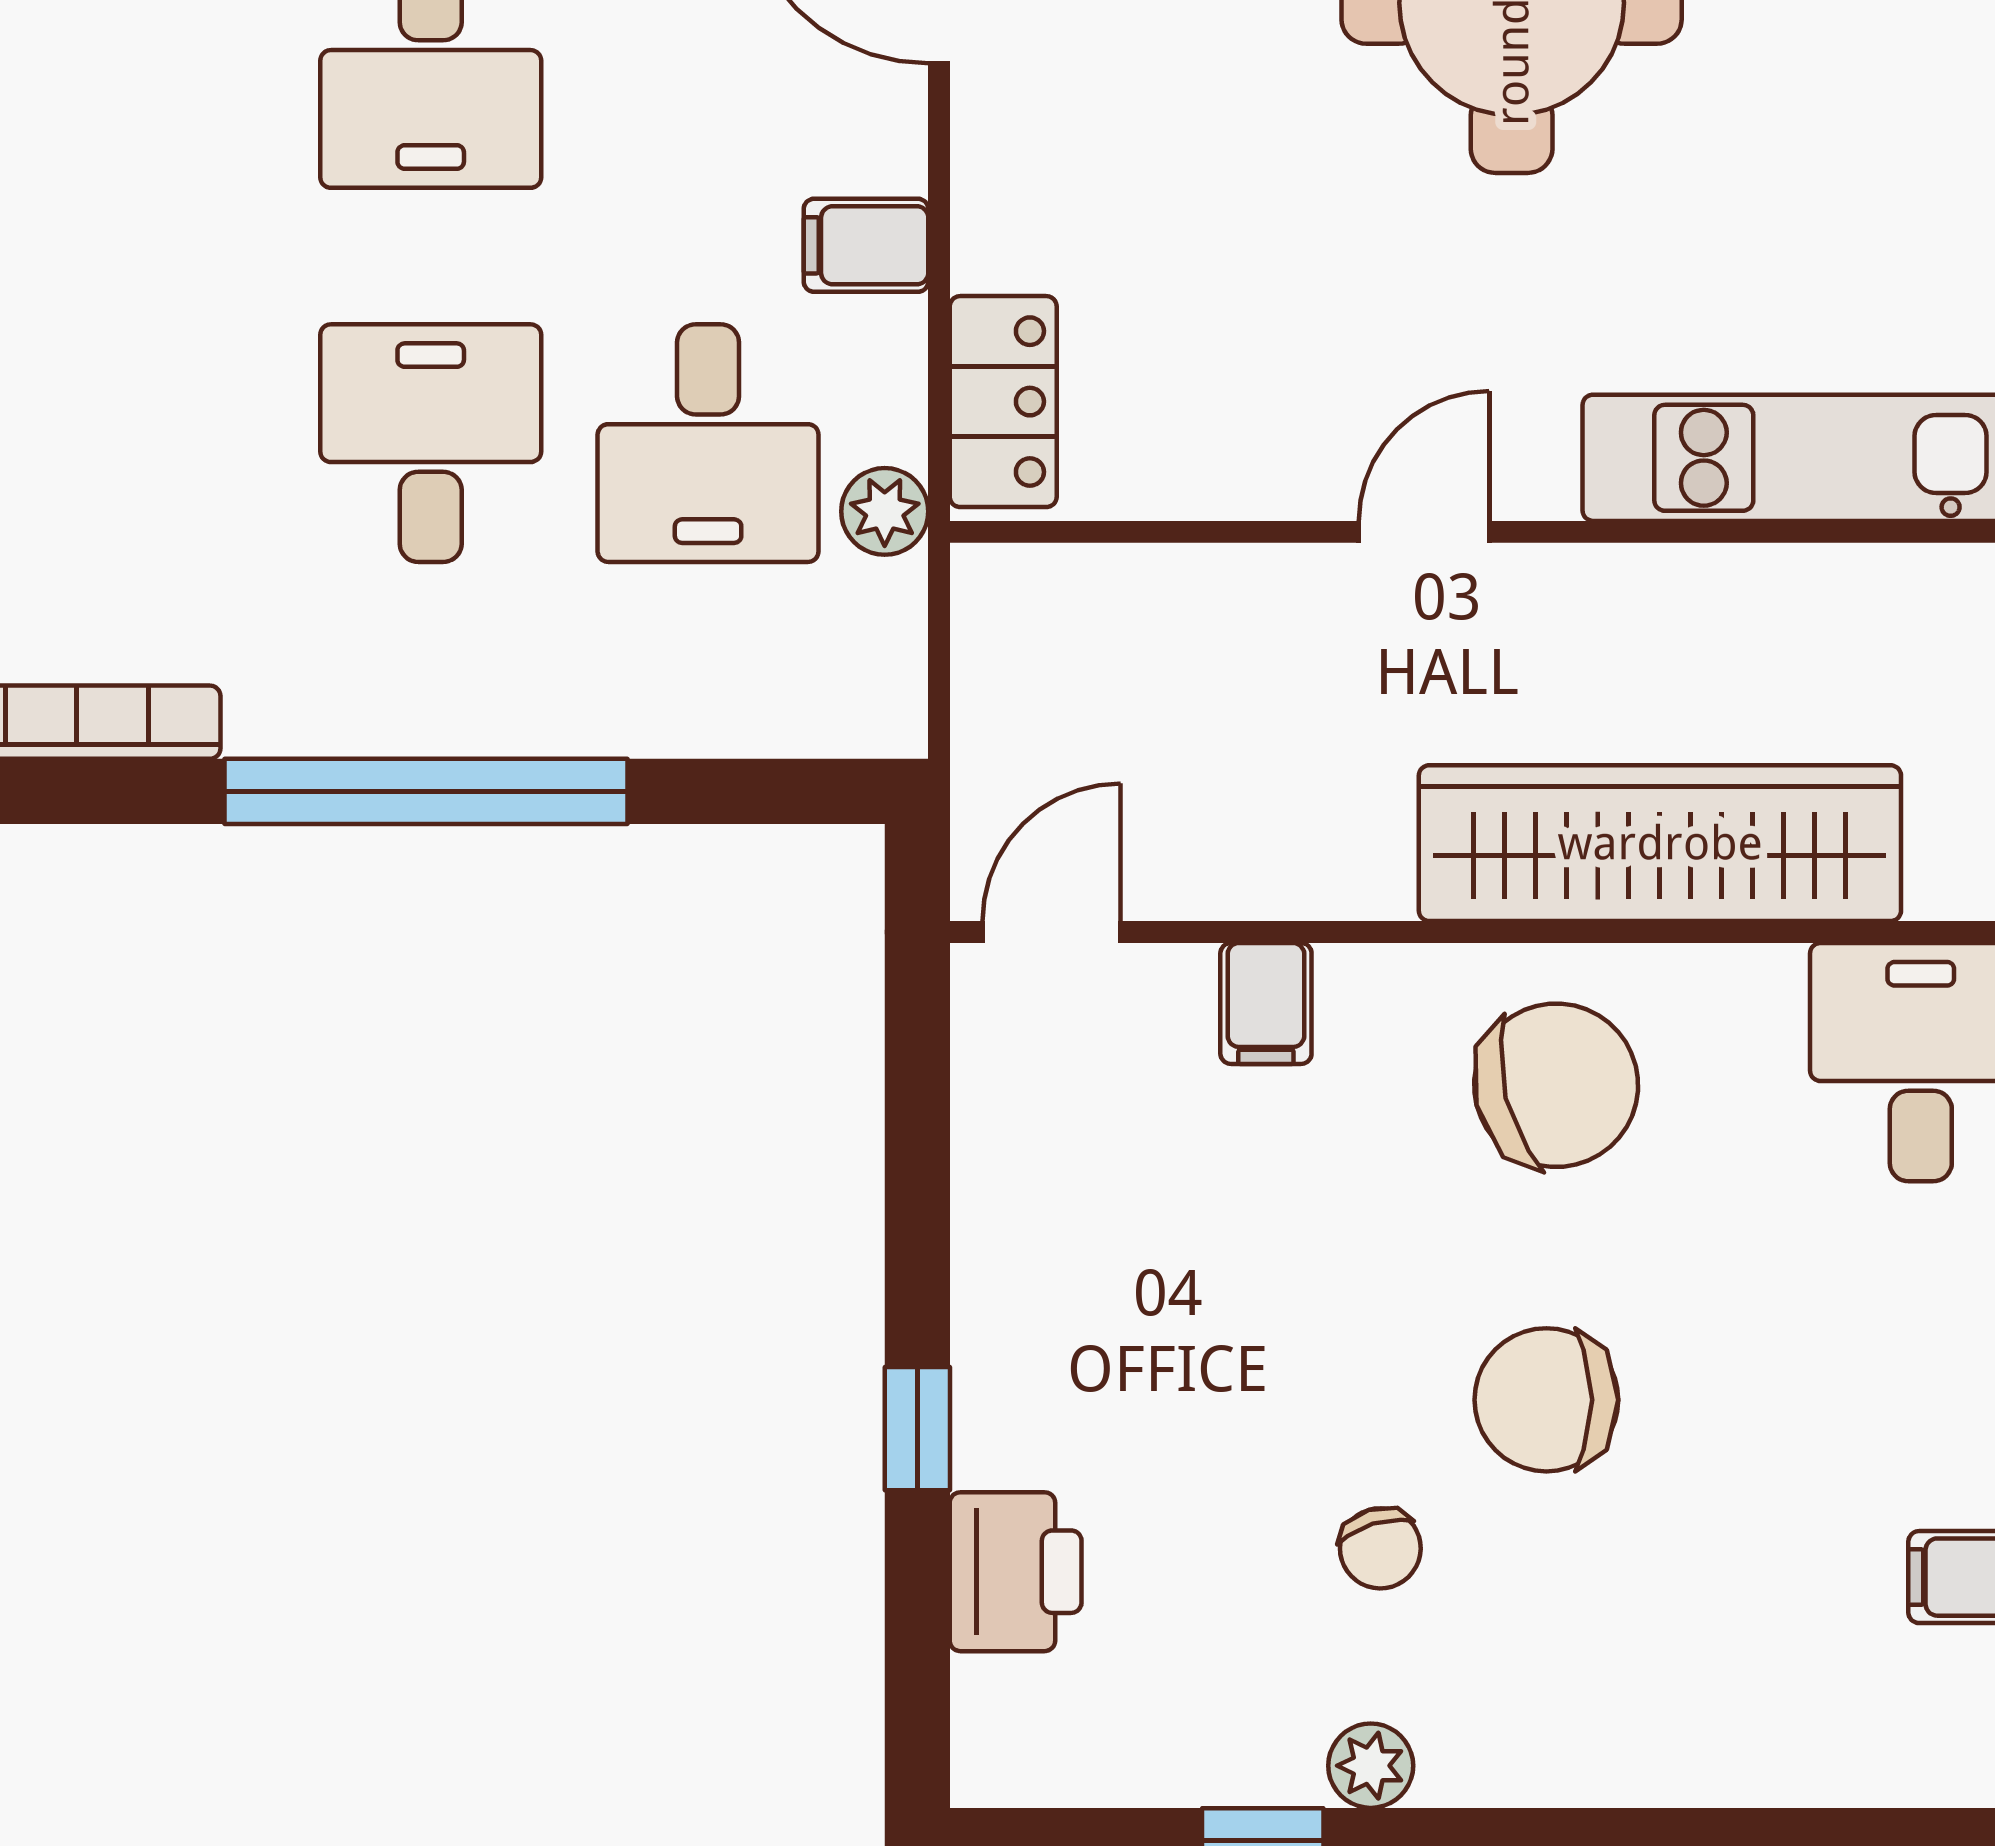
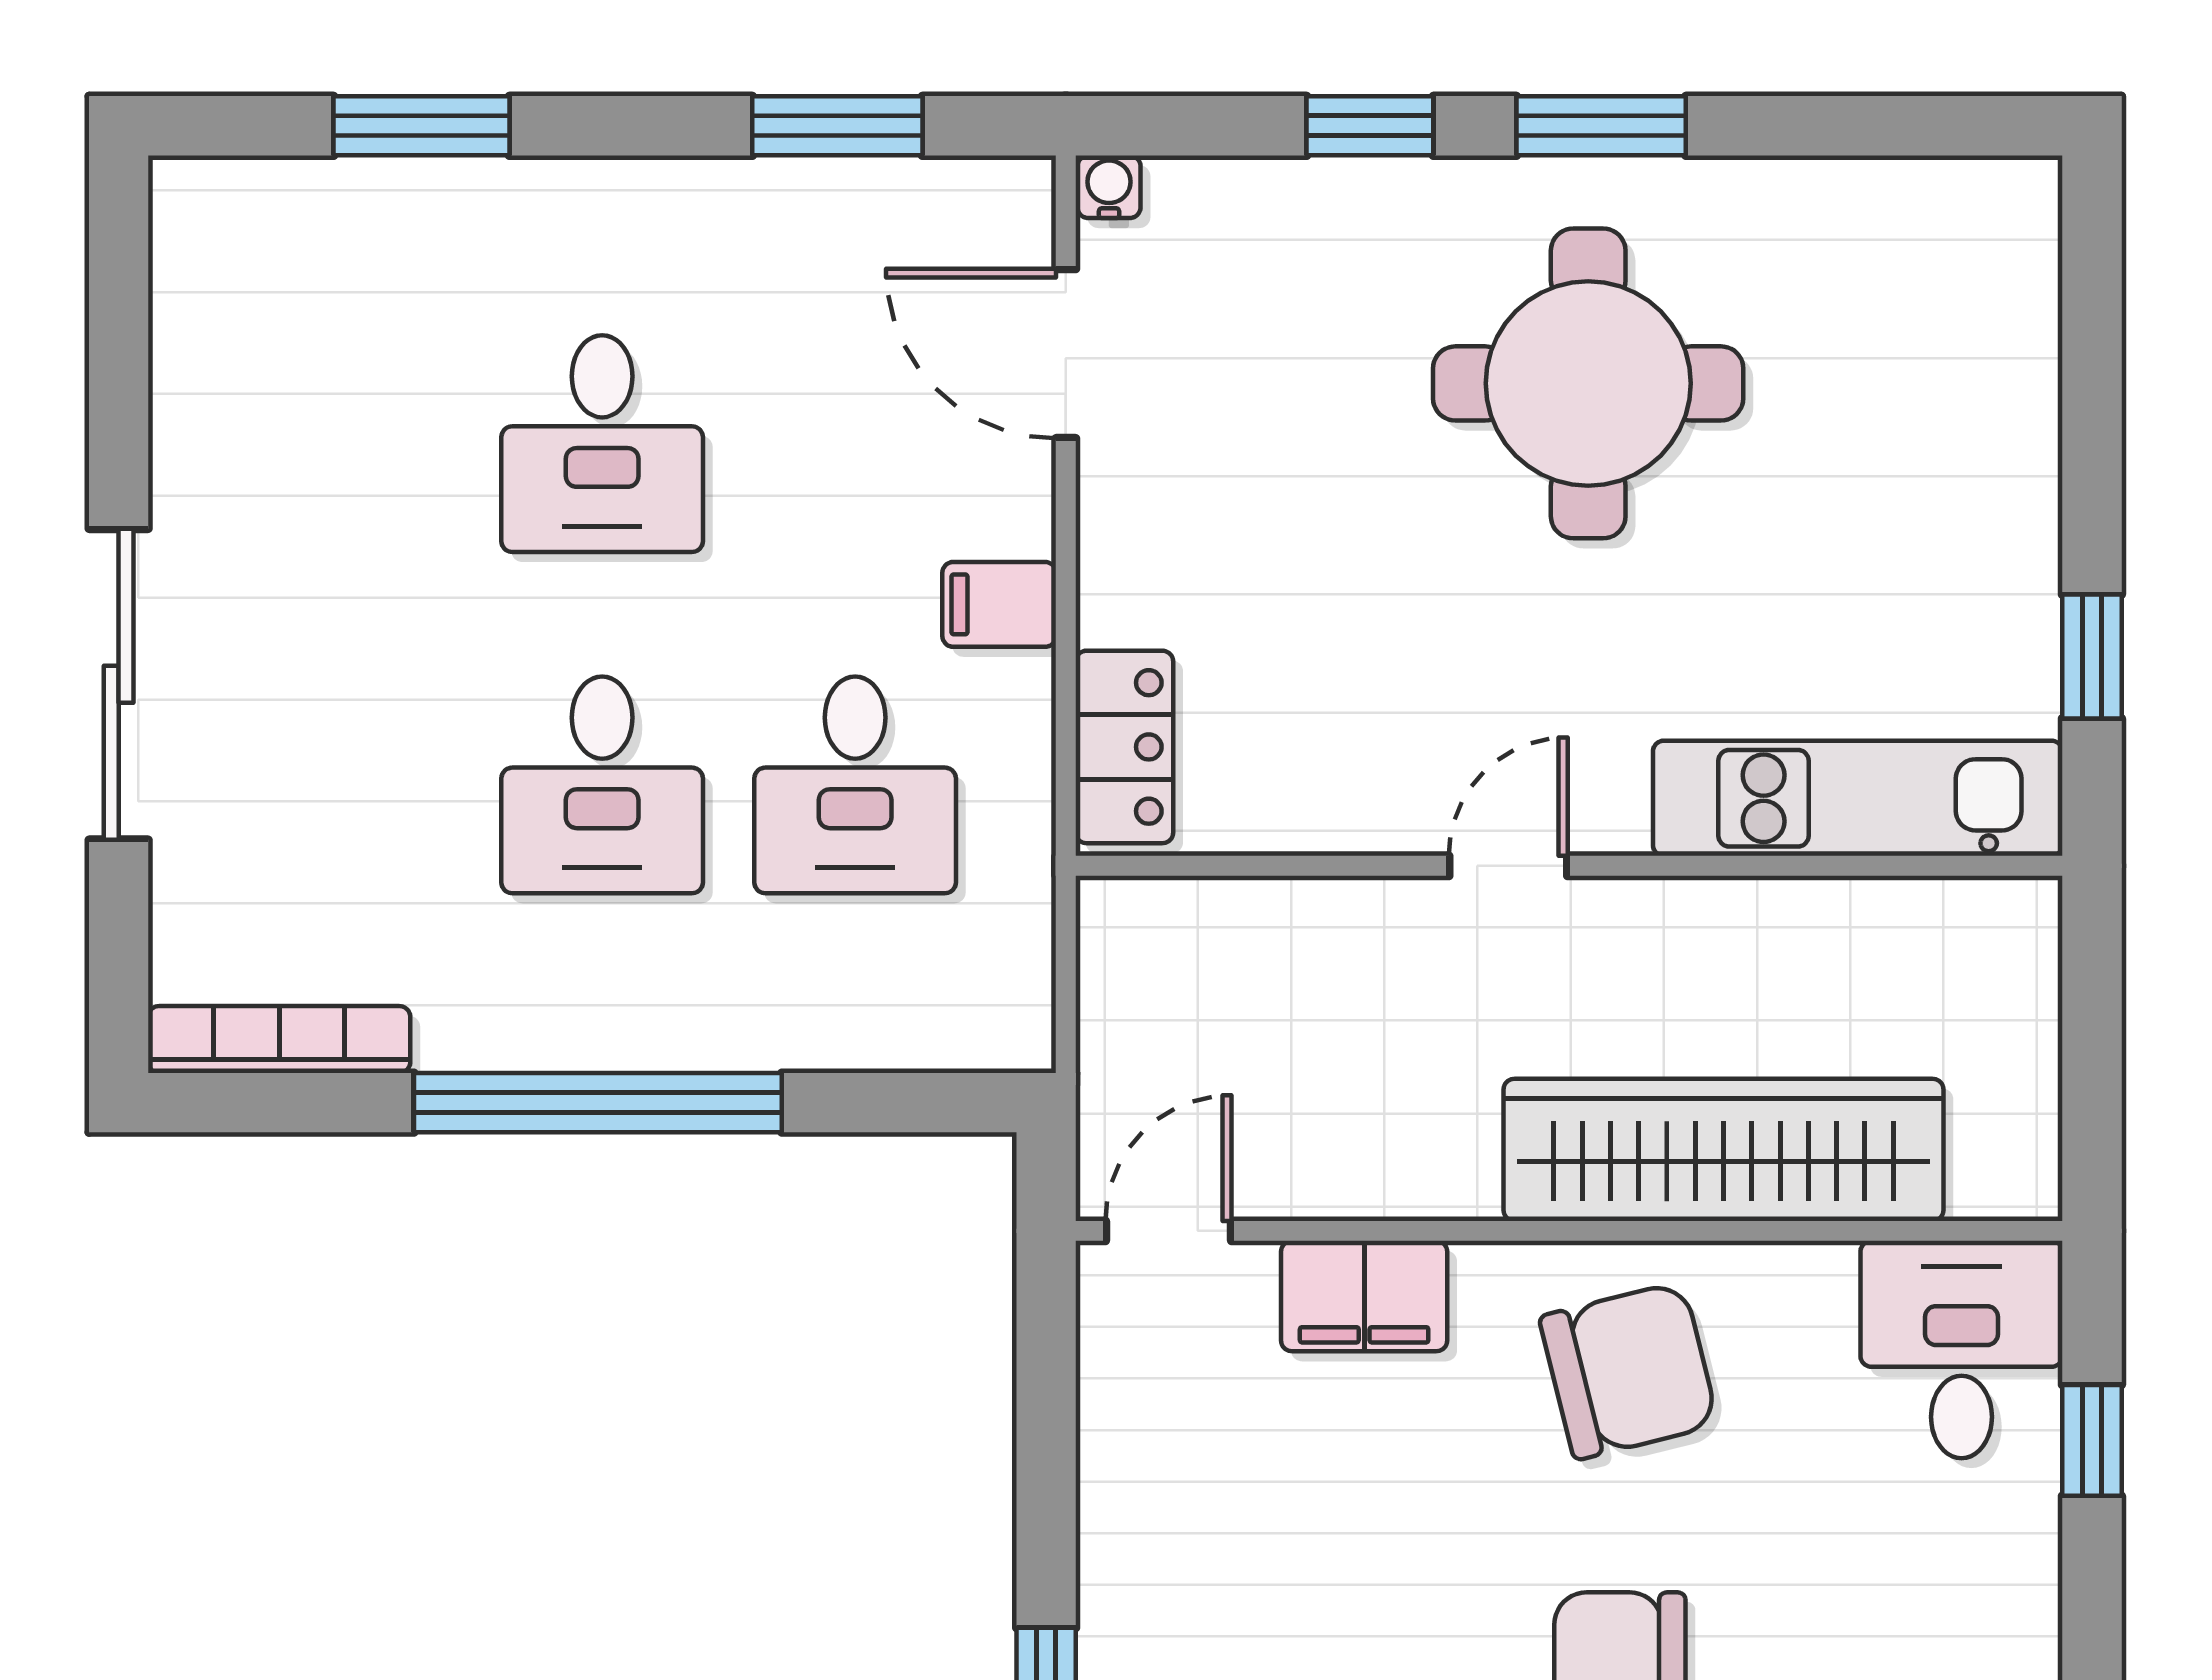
desk: (431, 443) -> (602, 785), turned 180
plant: (885, 511) -> (1016, 847), removed
filing cabinet: (1266, 1003) -> (1364, 1296), width x2.00

